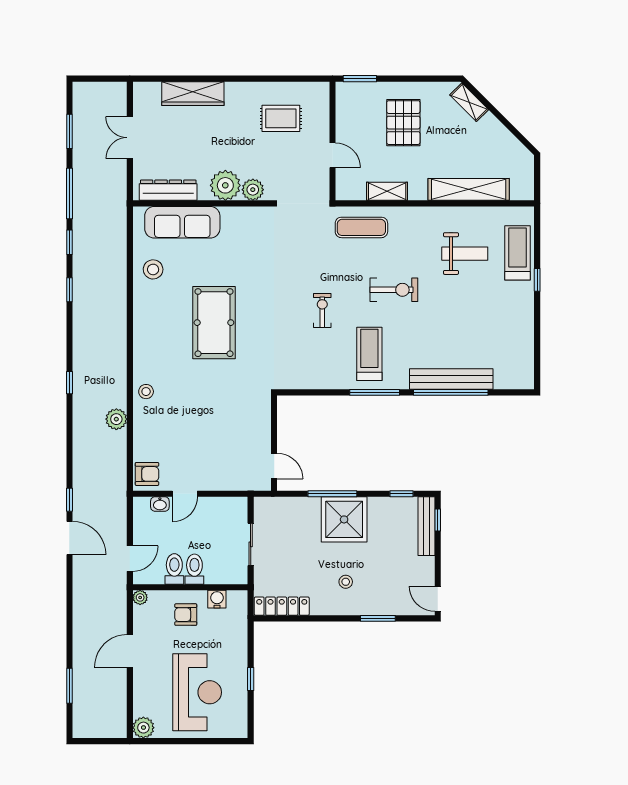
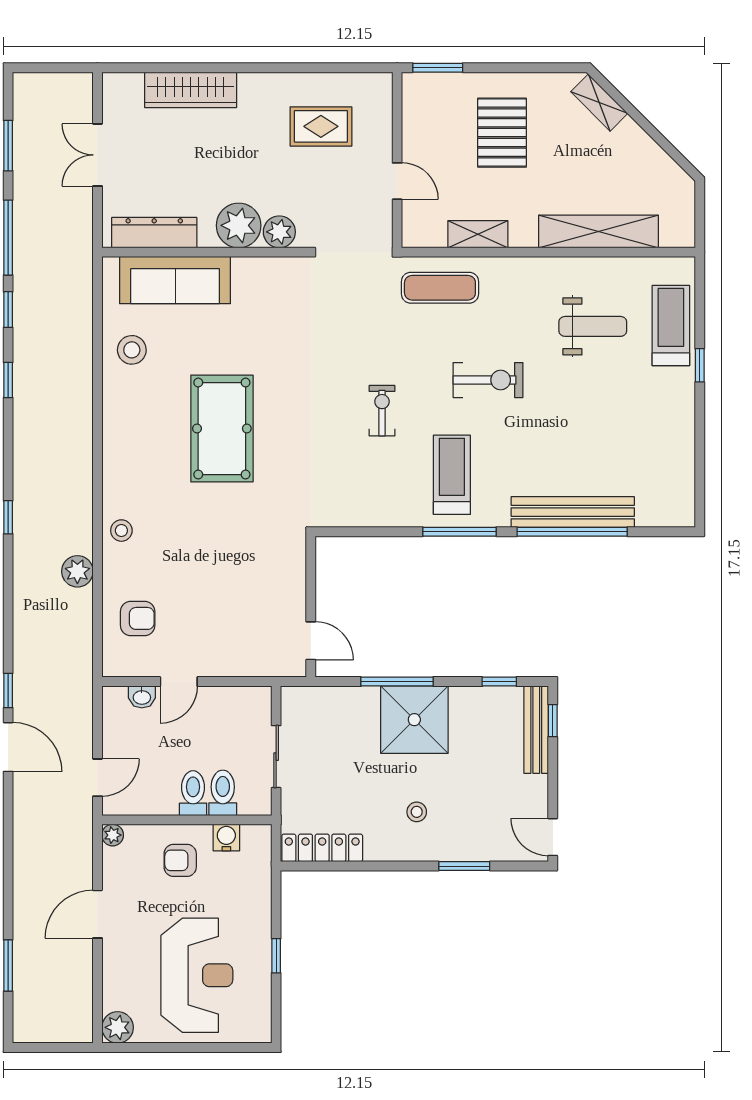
armchair: (147, 474) -> (138, 618), moved
toilet: (174, 569) -> (223, 793), moved

